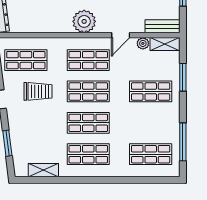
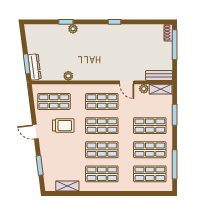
plant: (84, 21) -> (68, 76), moved, width x0.53, depth x0.53
door: (121, 35) -> (127, 82), hinge flipped
shop shelf: (151, 123) -> (150, 150), added

